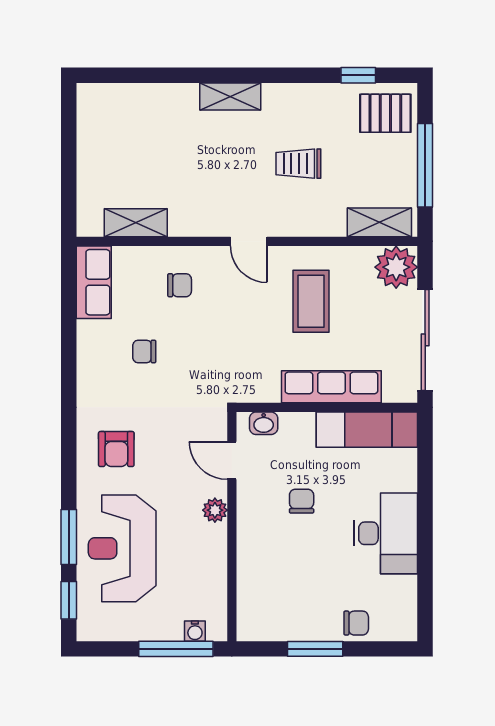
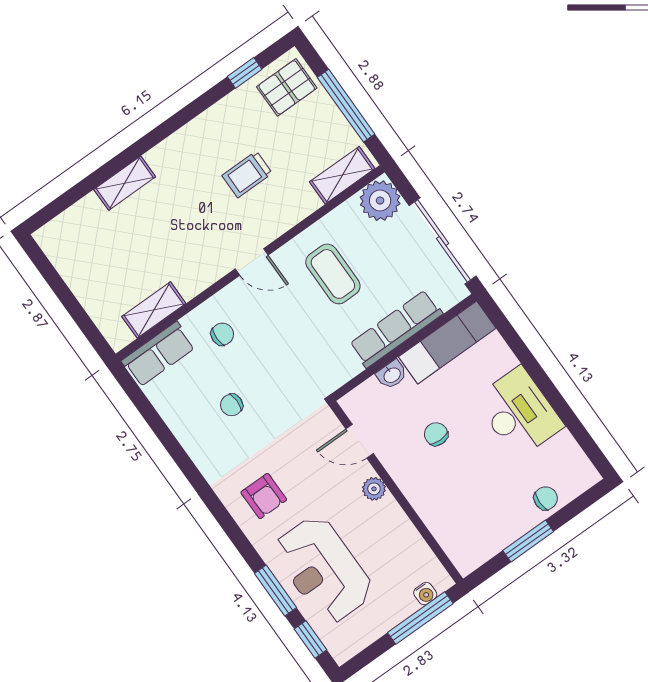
shelving: (230, 96) -> (125, 183), moved
row of seats: (94, 282) -> (158, 354), moved, turned 90
washbasin: (264, 423) -> (392, 375), moved

